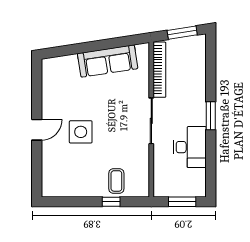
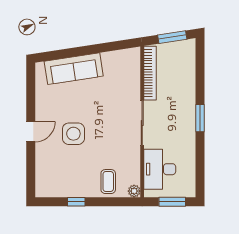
sofa: (108, 61) -> (74, 69), moved
desk: (190, 147) -> (160, 169), moved, turned 180
plant: (143, 191) -> (134, 191), added
window: (111, 202) -> (76, 202), moved

